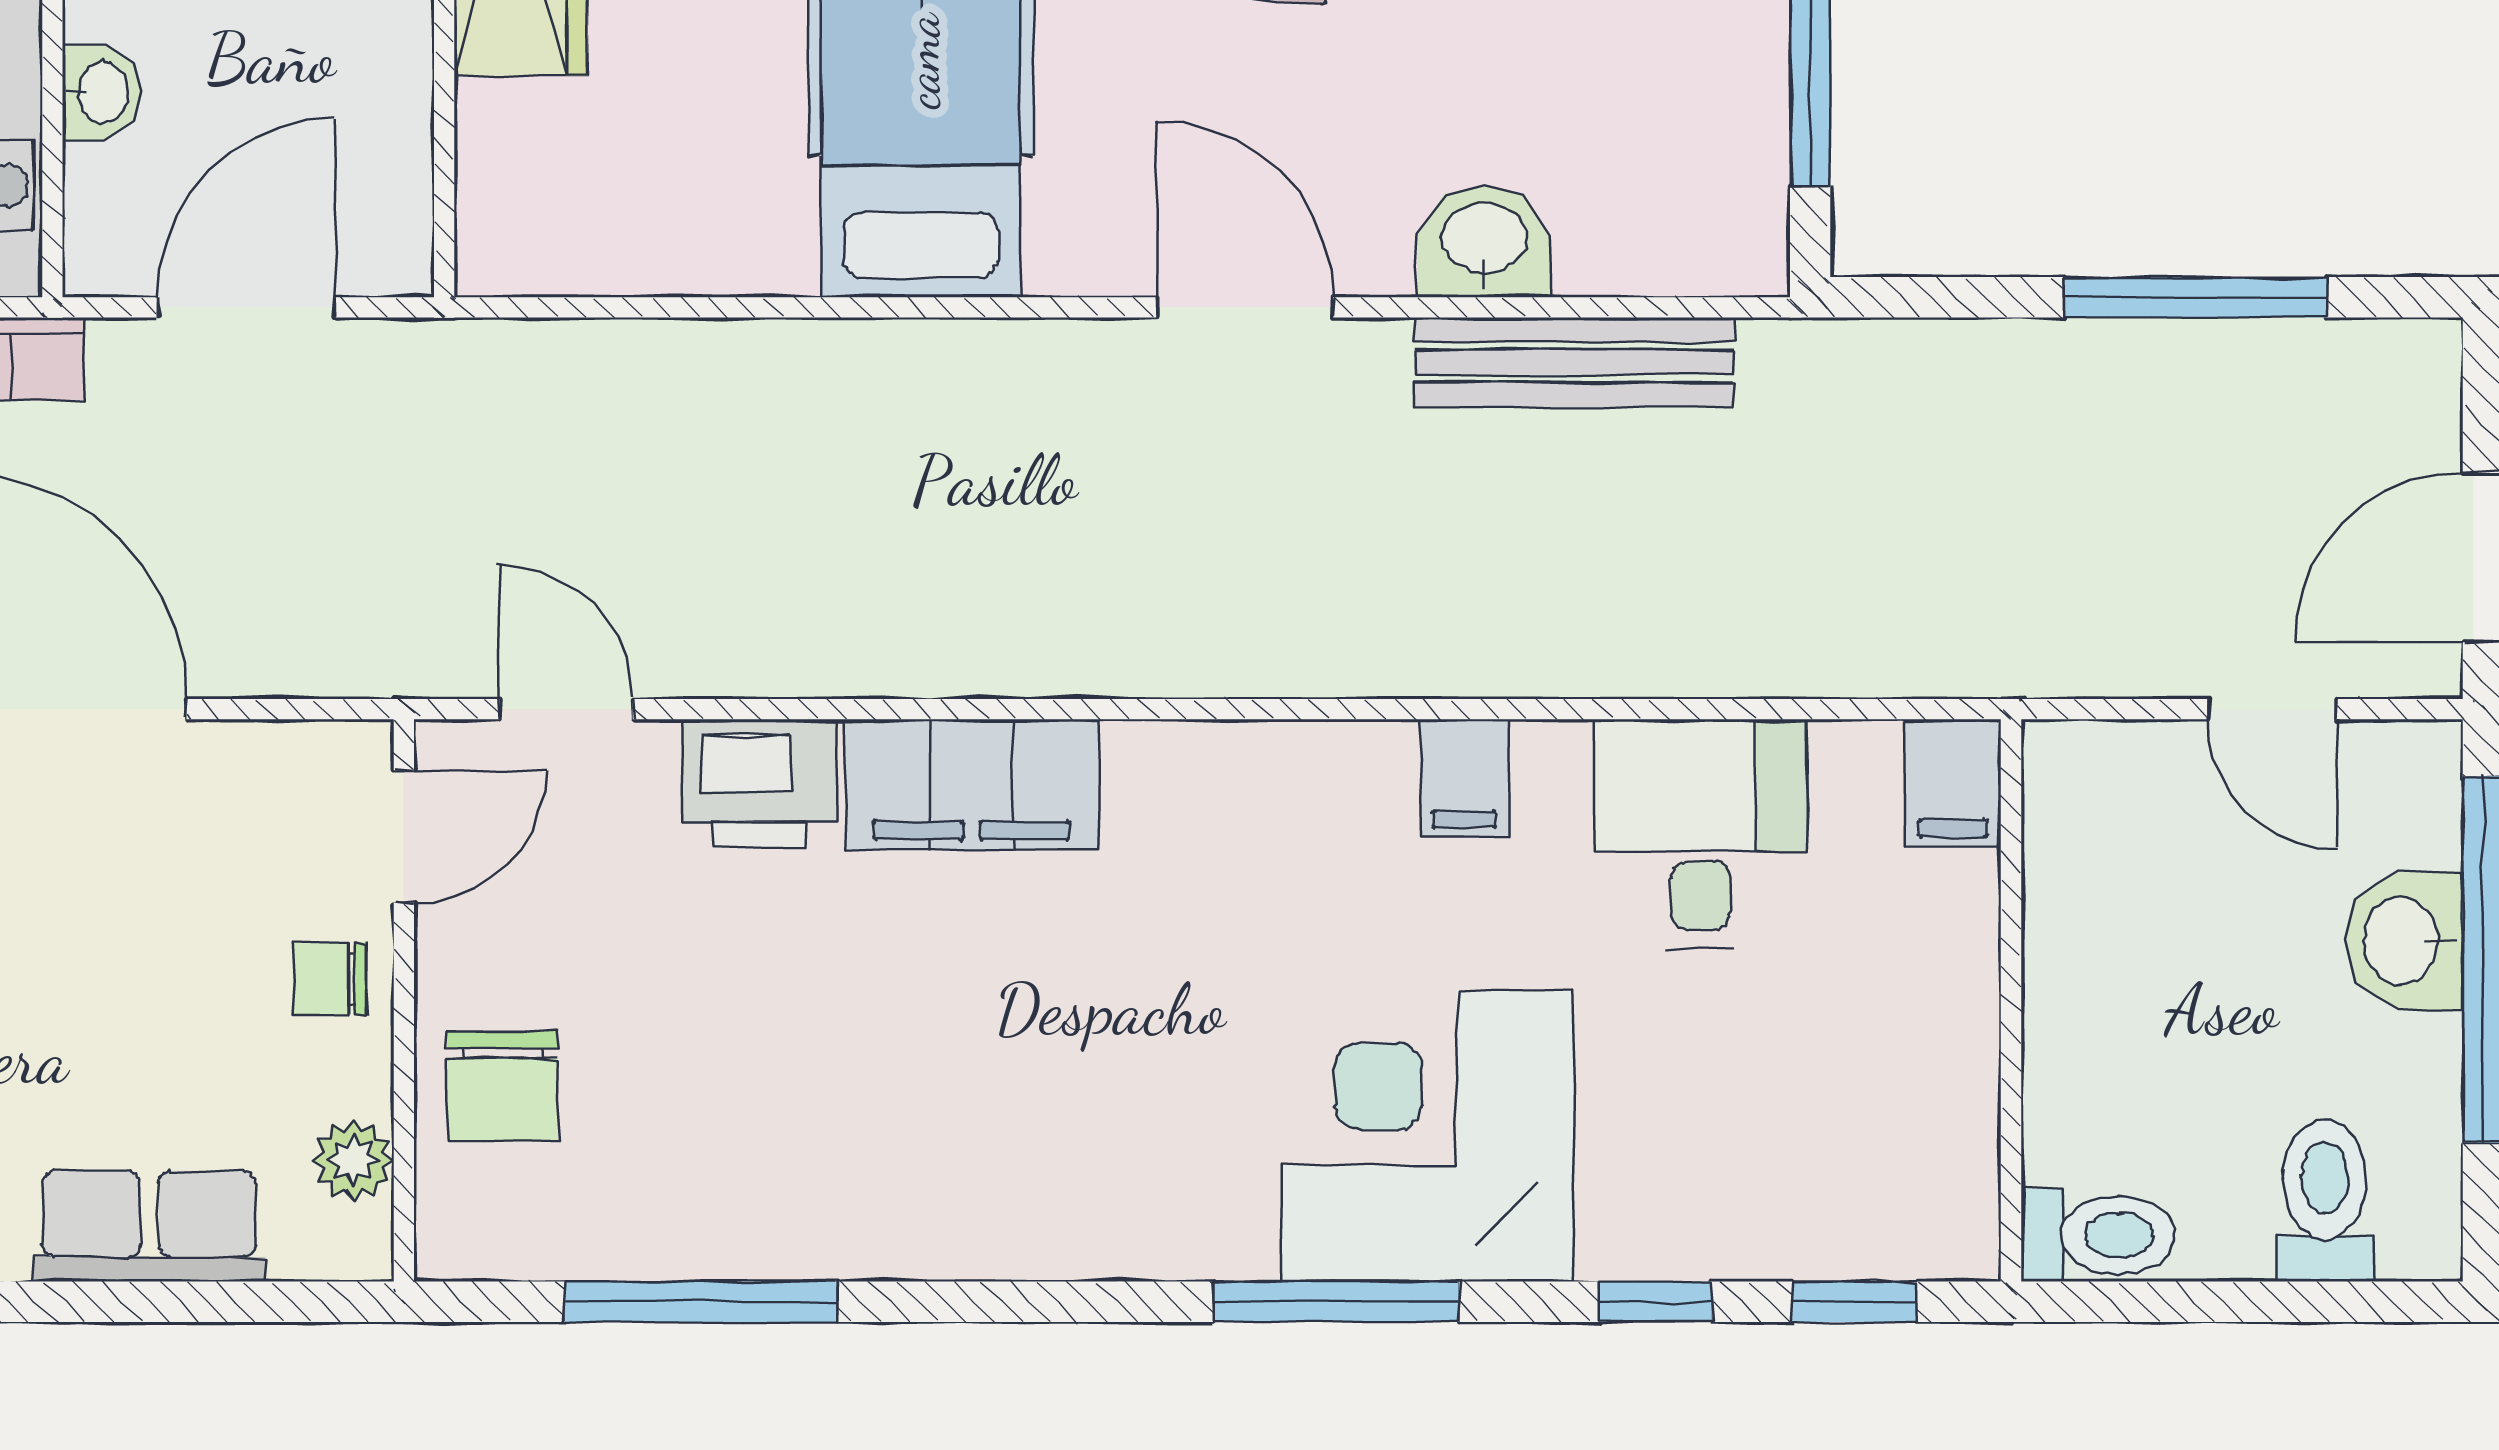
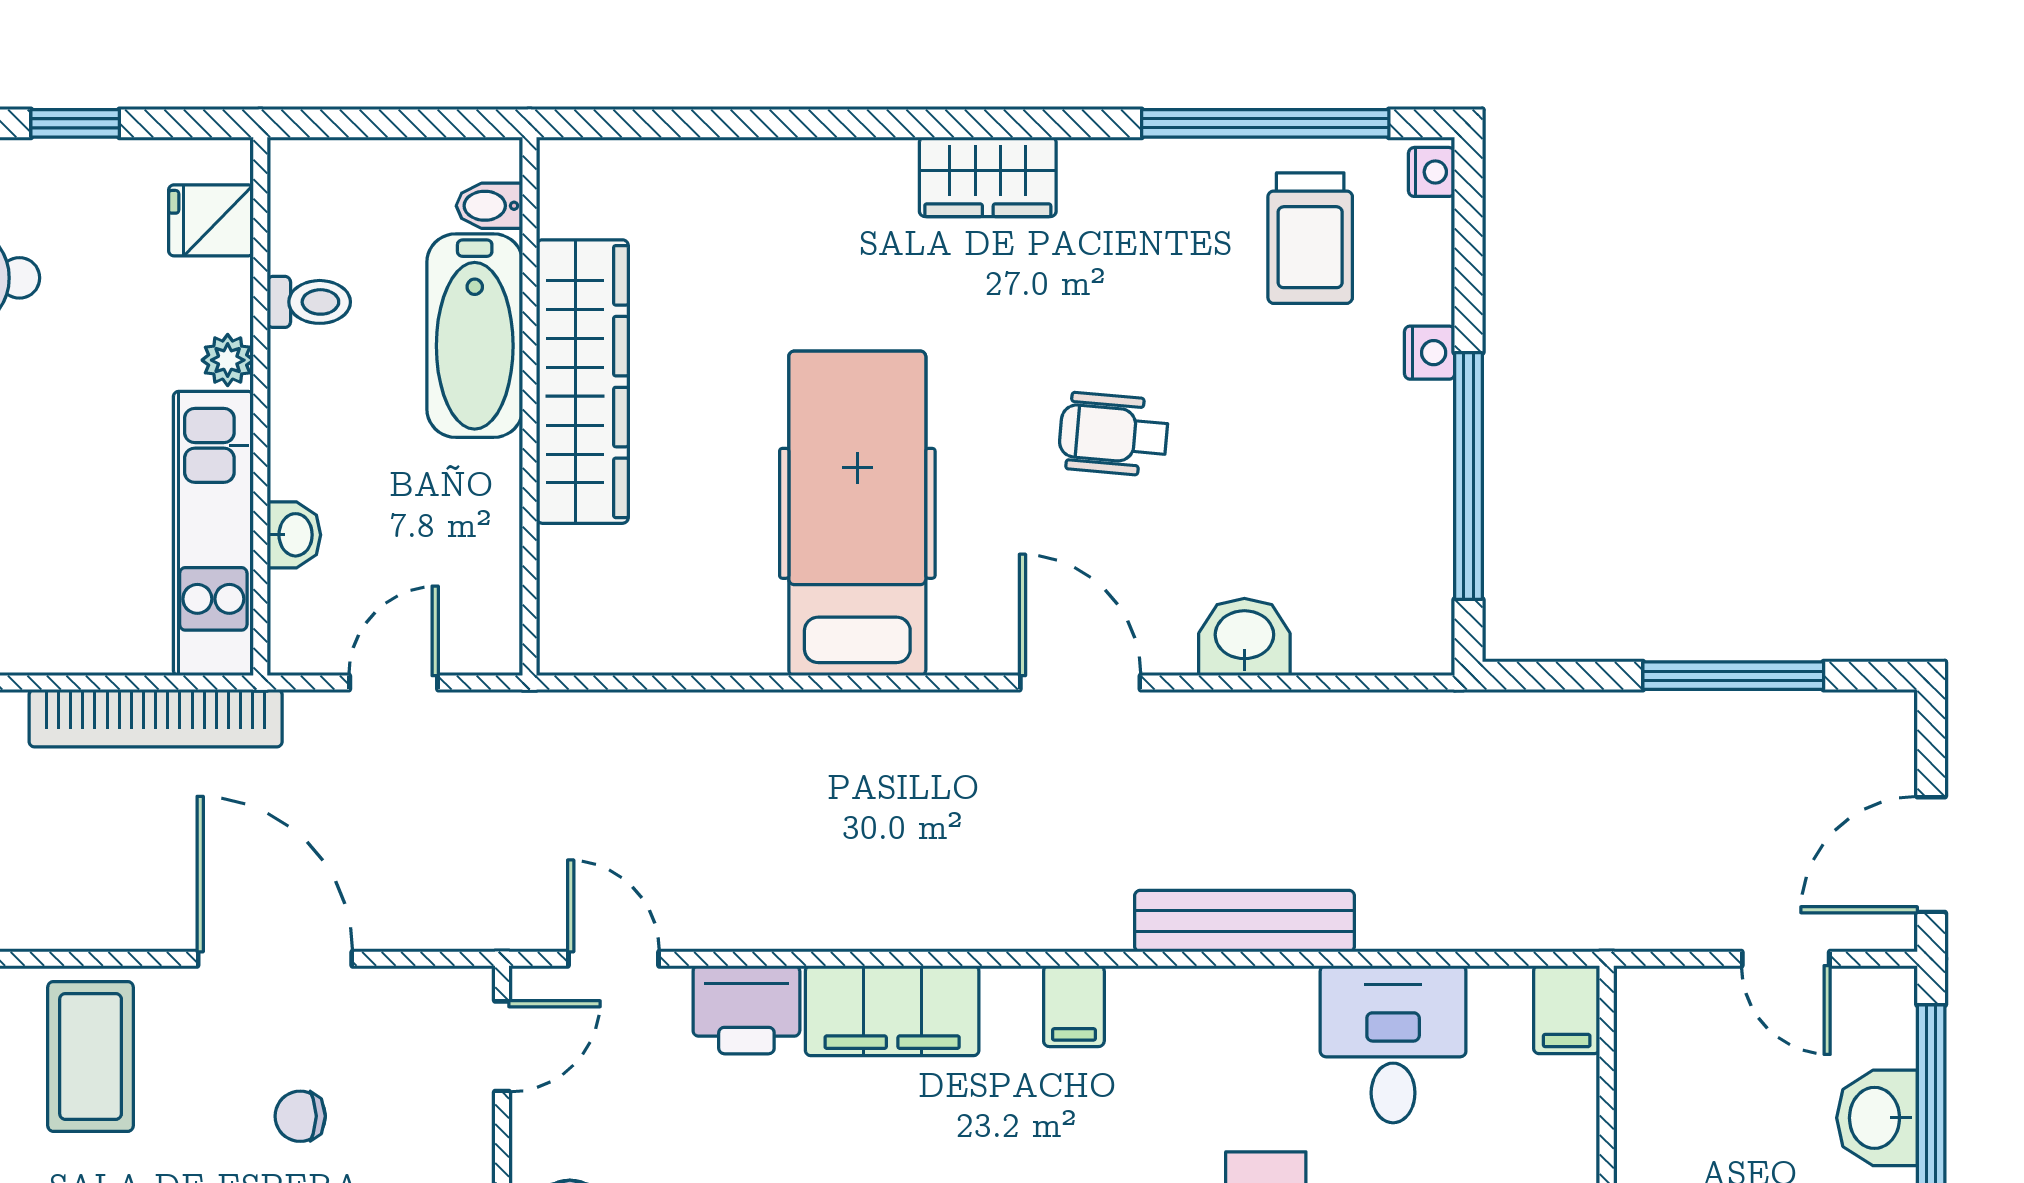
door: (246, 307) -> (394, 683), width x0.73
bench: (1574, 362) -> (1245, 921), moved
filing cabinet: (1464, 778) -> (1074, 1006), moved
chair: (329, 979) -> (300, 1116), moved

